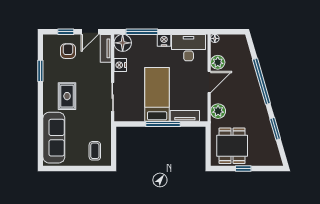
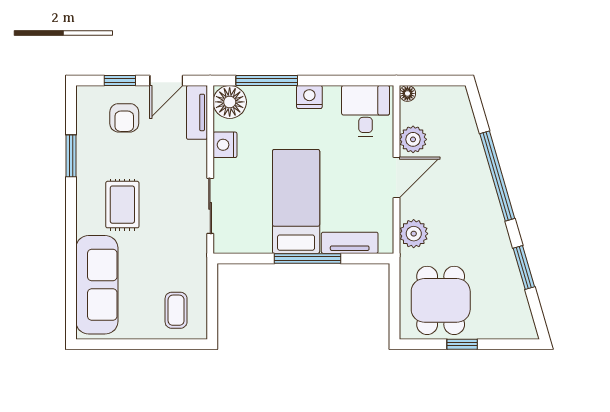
desk: (189, 48) -> (366, 111), width x0.73
armchair: (68, 51) -> (124, 118), turned 180

